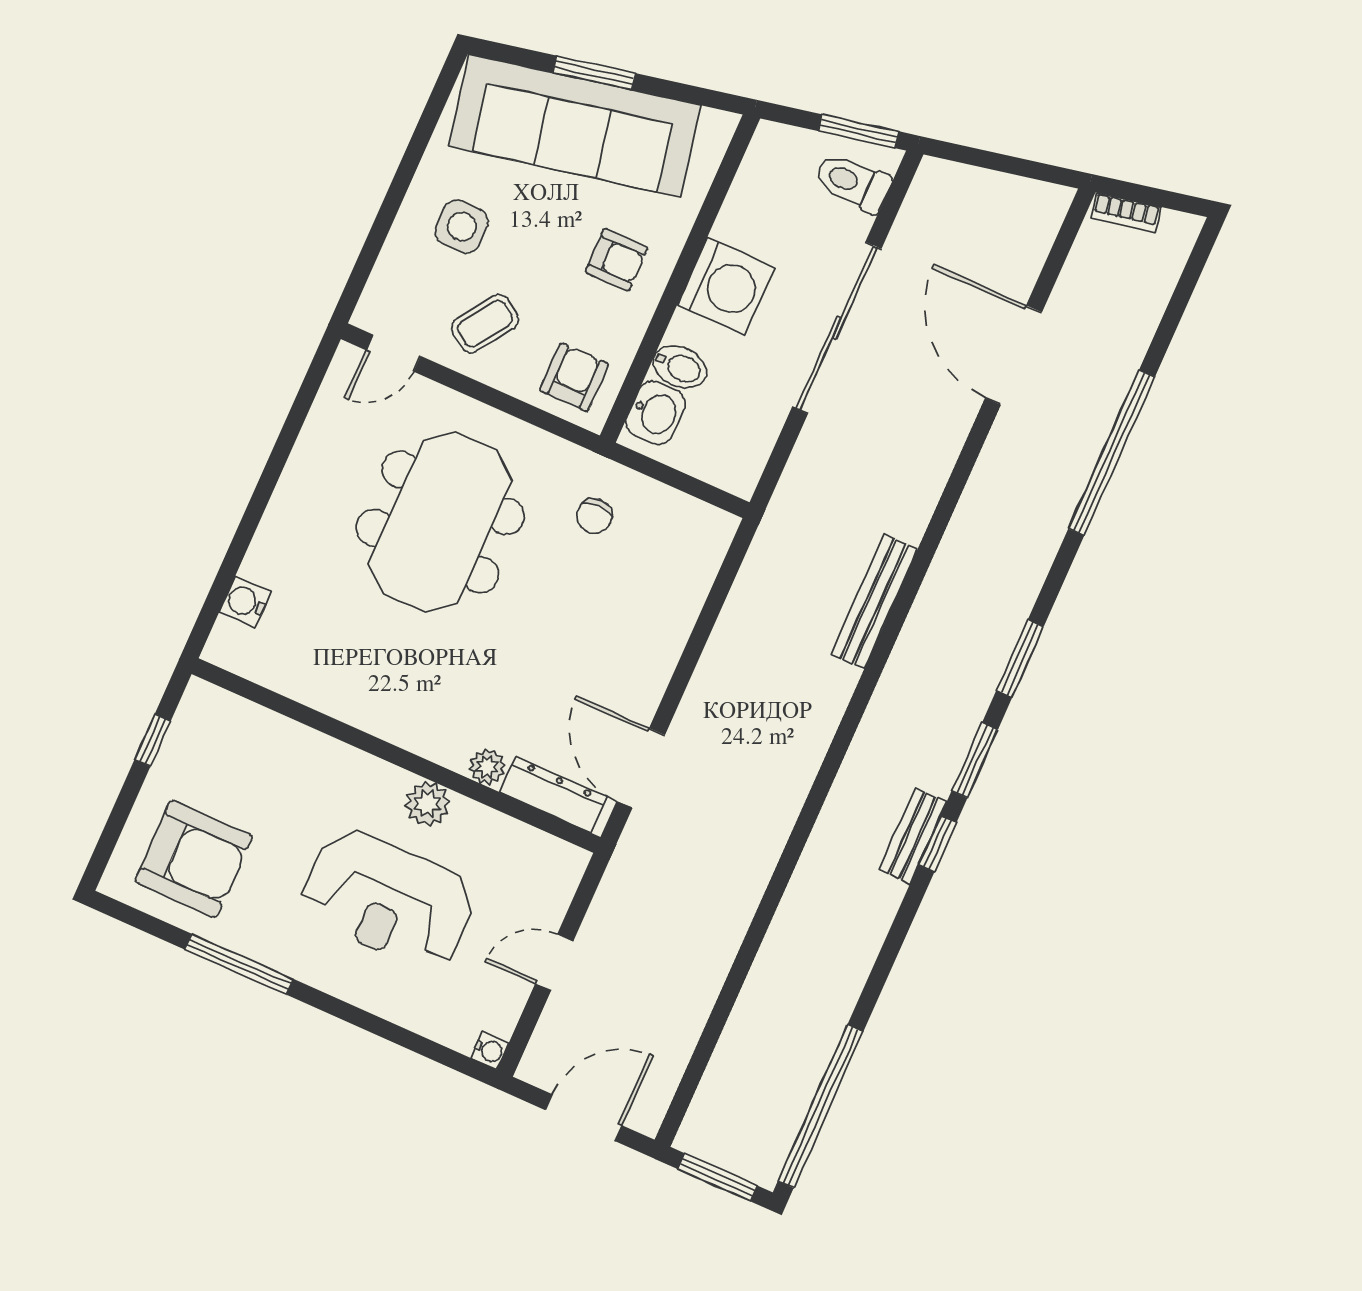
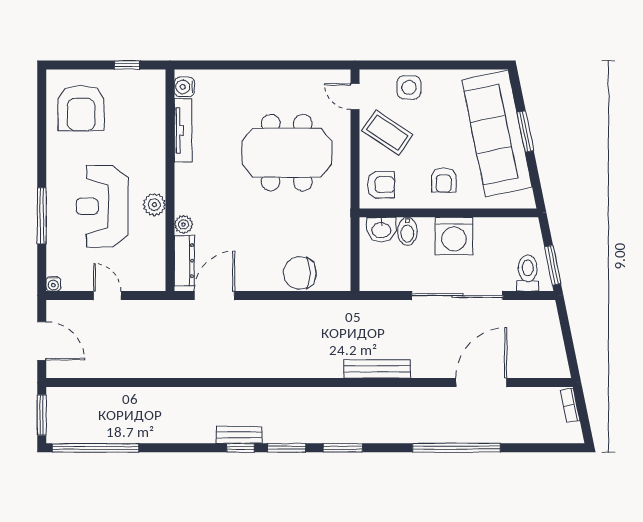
side table: (462, 227) -> (409, 87), moved
coffee table: (485, 324) -> (387, 133), width x1.36, depth x1.30
chair: (595, 516) -> (300, 273), moved, width x1.87, depth x1.87
water cooler: (245, 602) -> (184, 87), moved, turned -90
bench: (874, 602) -> (377, 369), moved
tv unit: (316, 692) -> (183, 131), added
window: (239, 964) -> (42, 216), moved

